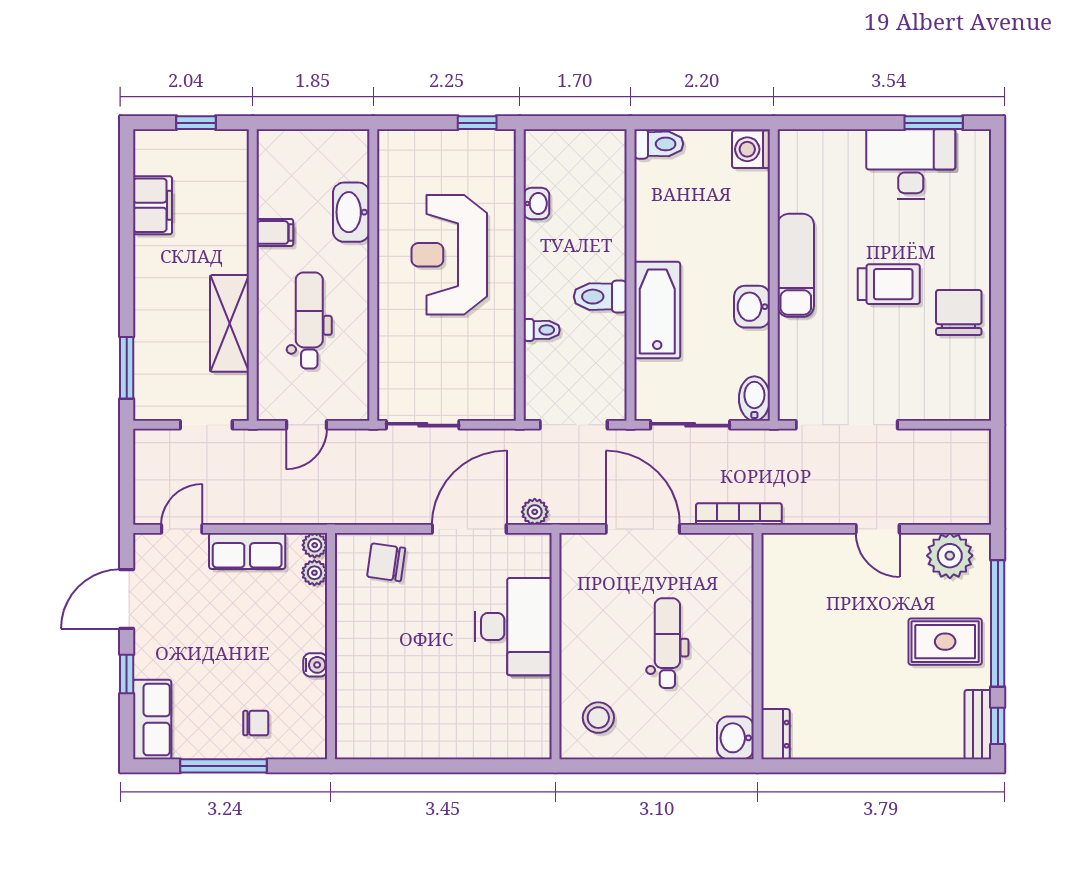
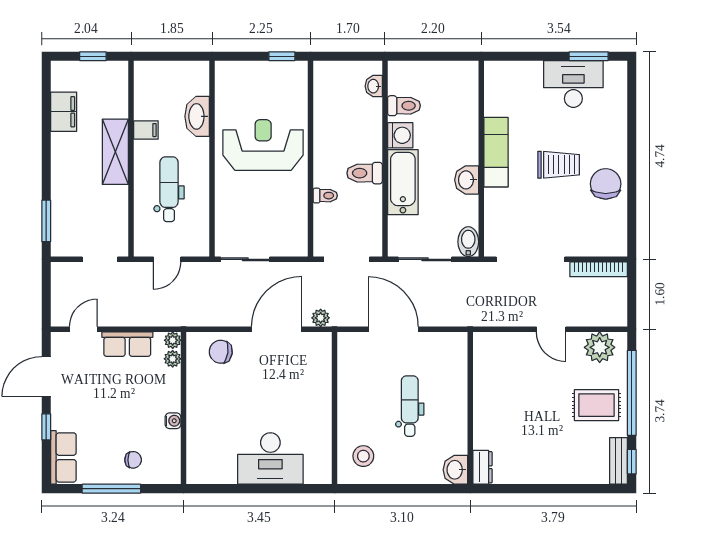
toilet: (659, 144) -> (404, 106), moved
washing machine: (751, 149) -> (400, 135), moved, turned 180
washbasin: (536, 204) -> (374, 86), moved, turned 180
reception desk: (449, 255) -> (263, 145), turned 90
shelving: (230, 323) -> (115, 152), moved
bookcase: (739, 514) -> (599, 269), moved, turned 180
desk: (513, 627) -> (270, 459), moved, turned 90

